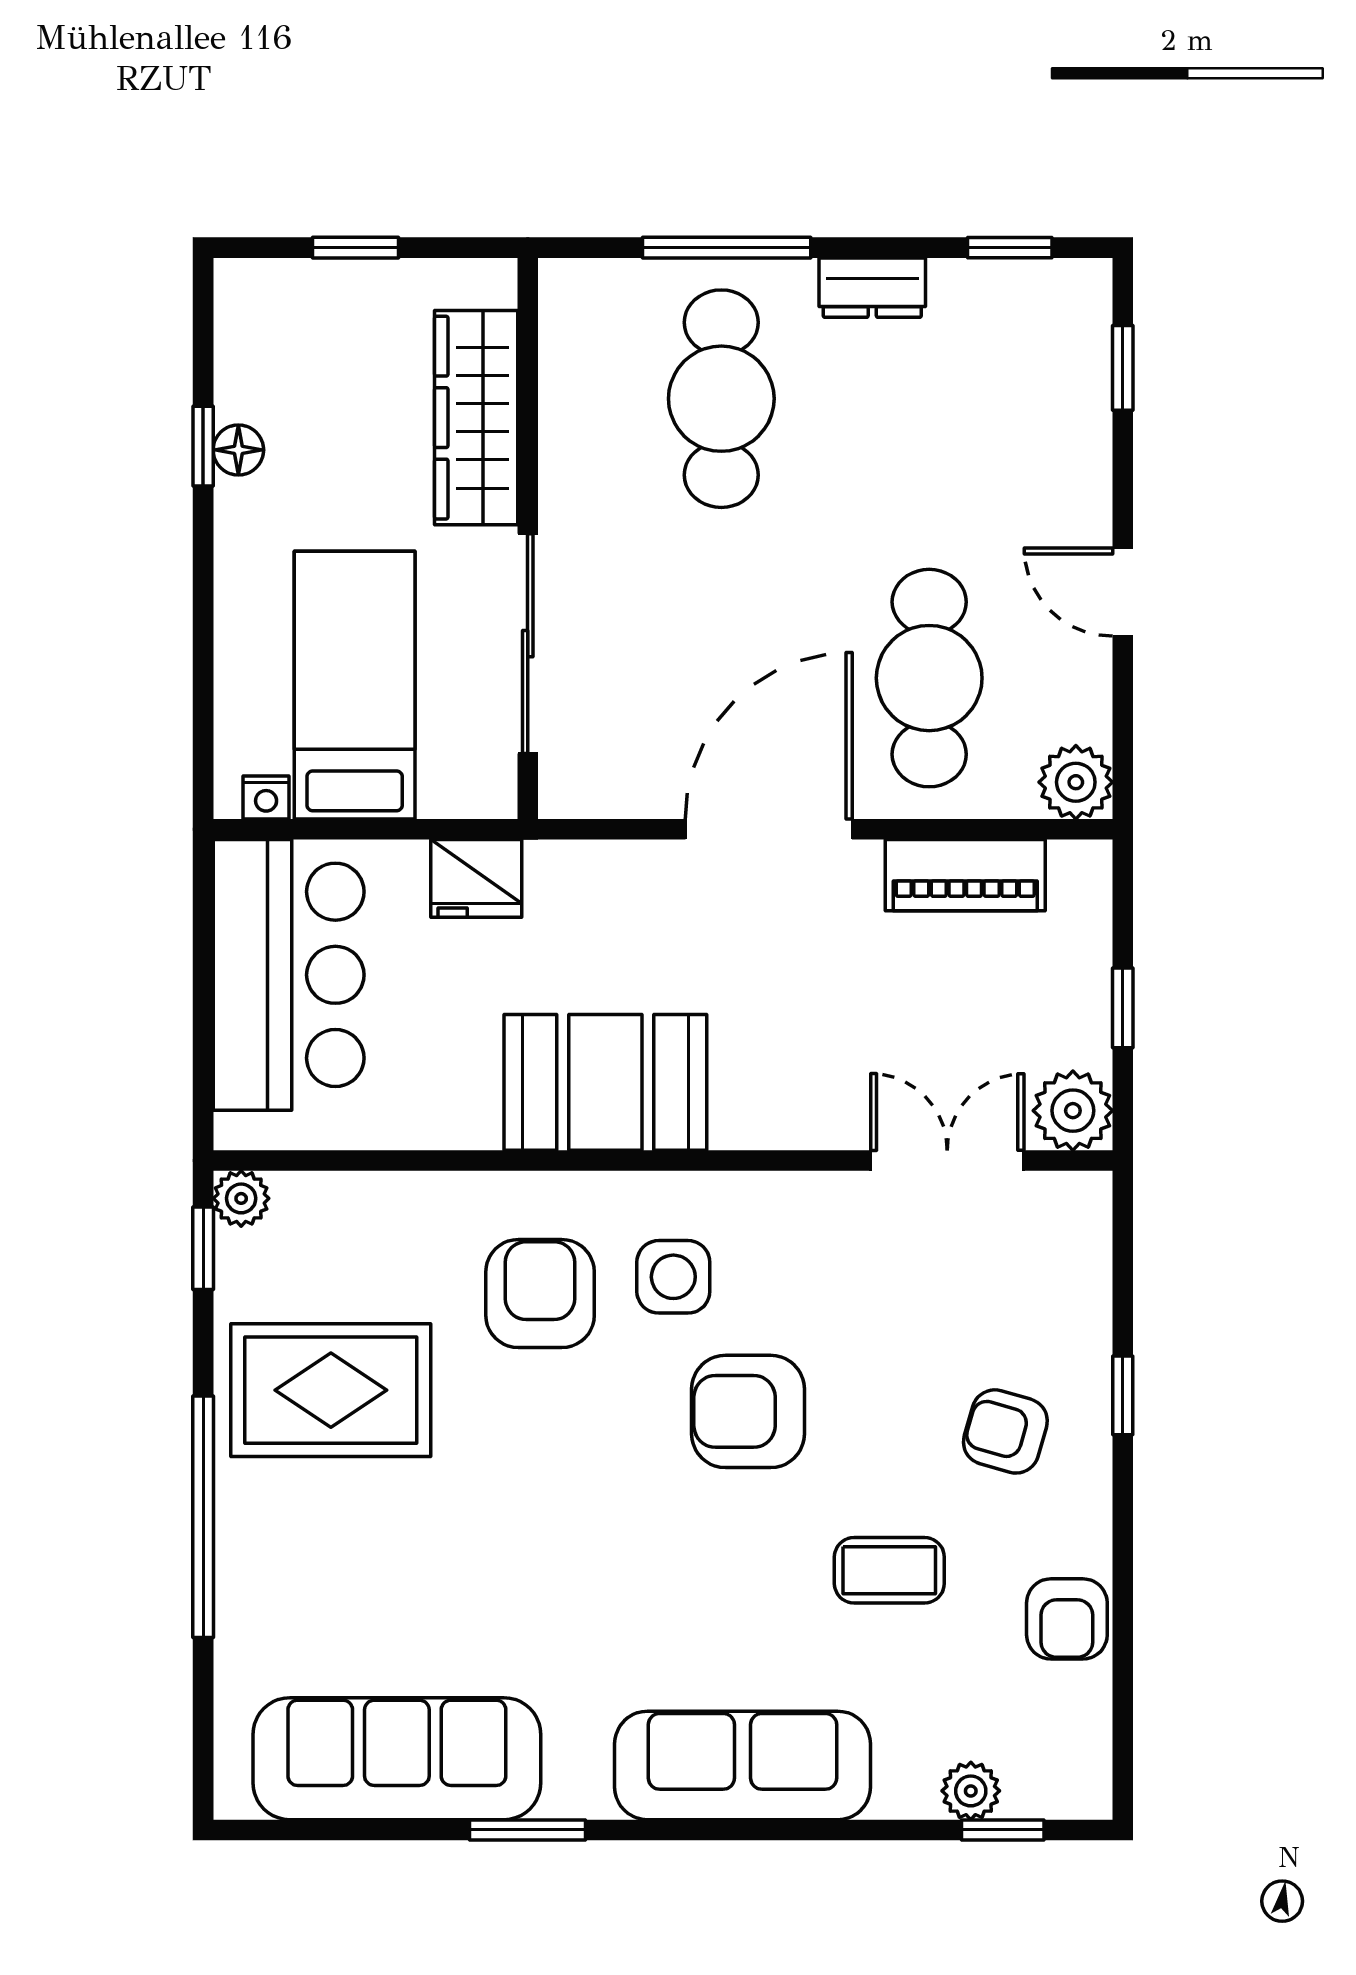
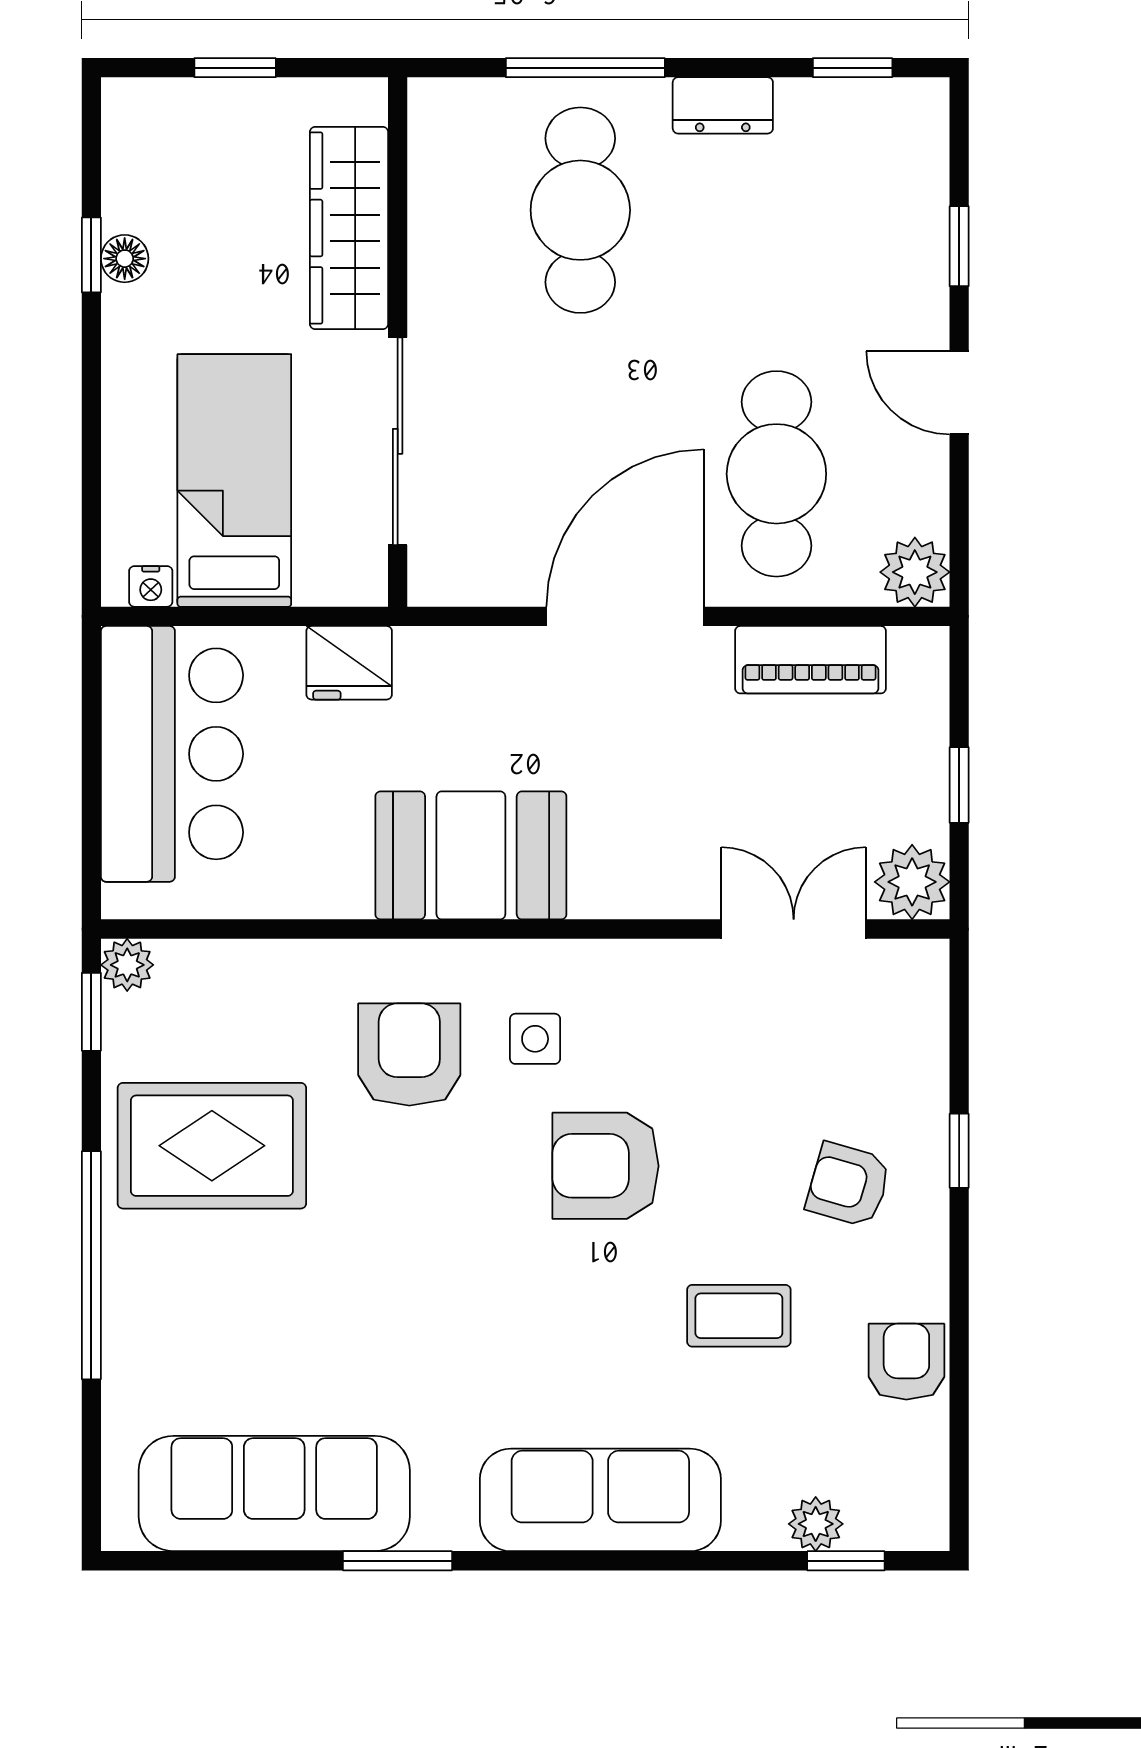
window: (1123, 368) -> (959, 246), moved
side table: (673, 1277) -> (535, 1039), width x0.73, depth x0.73
armchair: (1067, 1619) -> (906, 1362), turned 180

